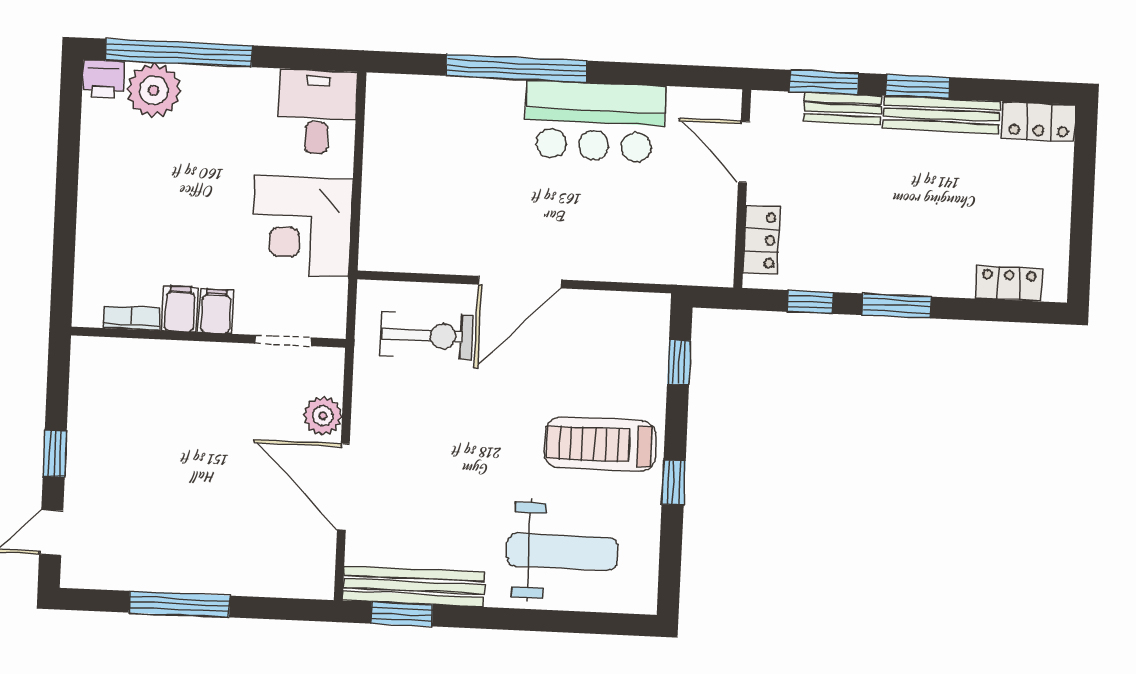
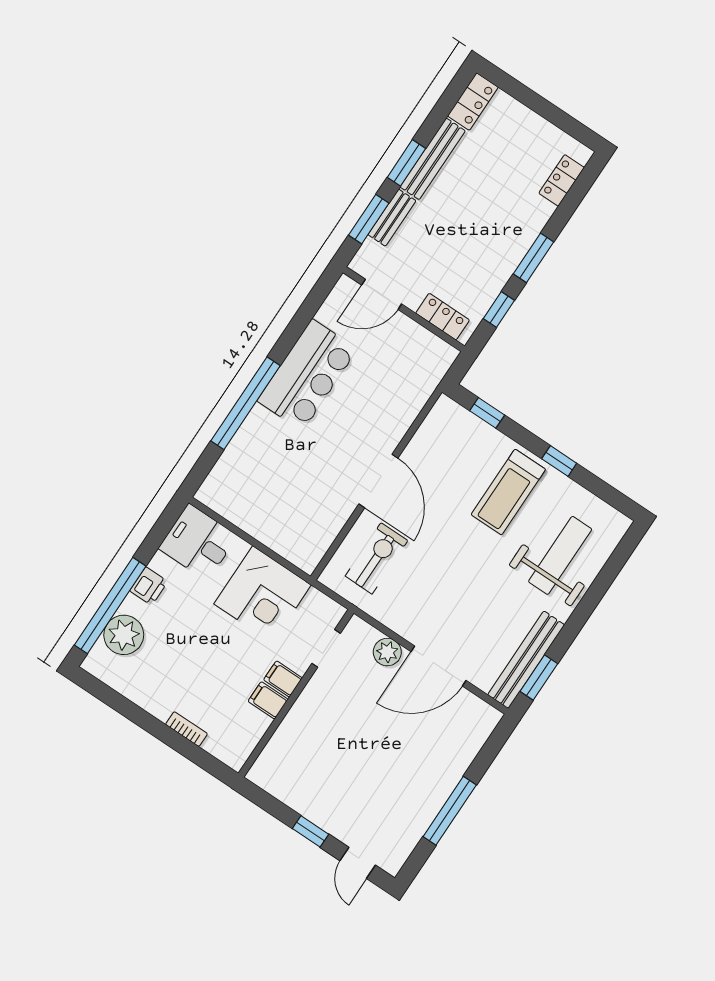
printer: (103, 79) -> (149, 586), moved
bookcase: (131, 318) -> (186, 729), moved, turned 90

